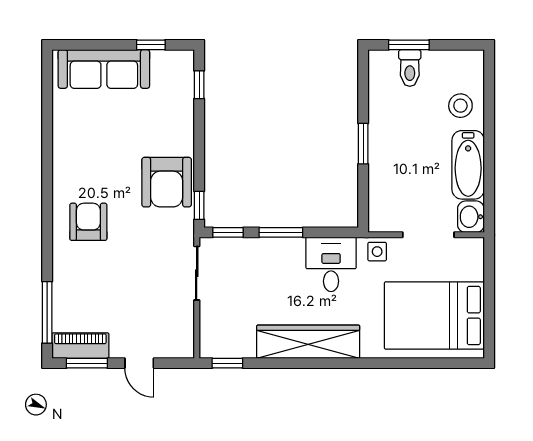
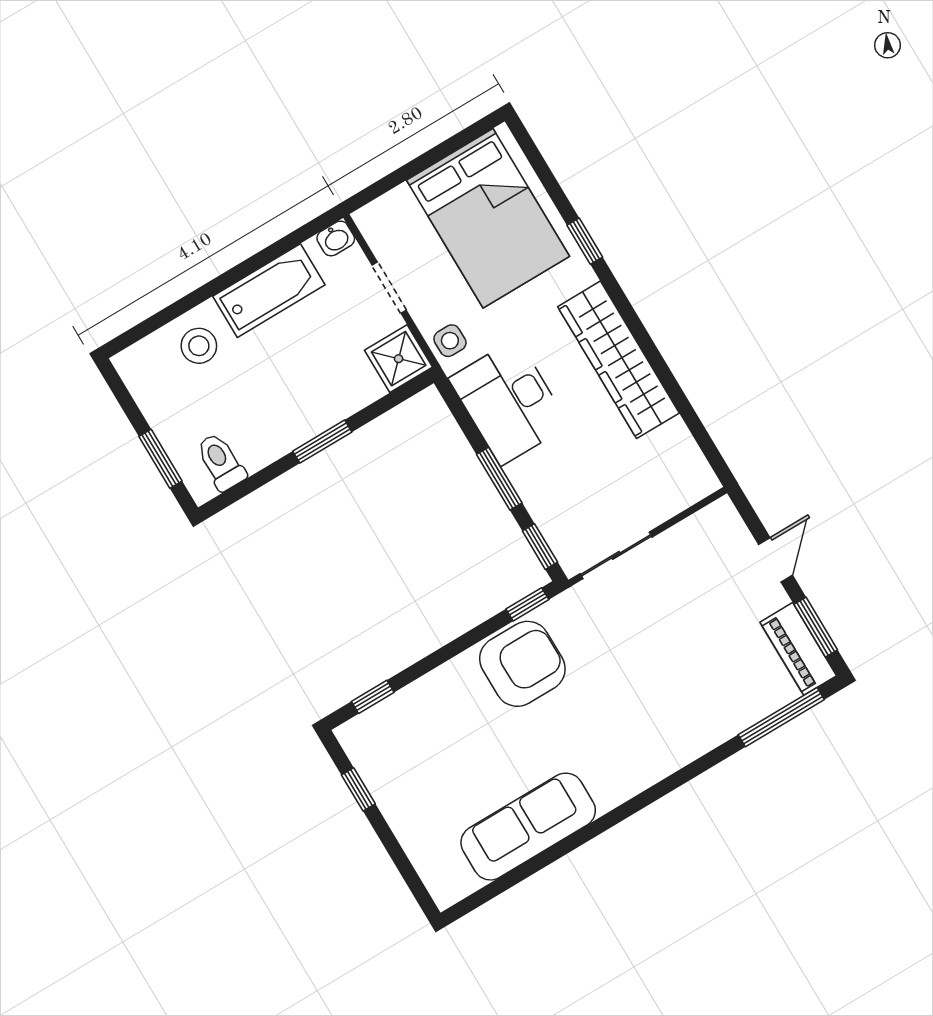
toilet: (410, 68) -> (221, 462), moved, turned -90
sofa: (104, 69) -> (528, 827), moved, turned -90
shower: (384, 216) -> (399, 359), added
washbasin: (471, 217) -> (336, 238), width x0.72, depth x0.69
armchair: (88, 222) -> (633, 734), removed
doorway: (428, 235) -> (389, 288), width x0.73
desk: (331, 264) -> (509, 402), width x1.37
window: (227, 363) -> (585, 241), moved

